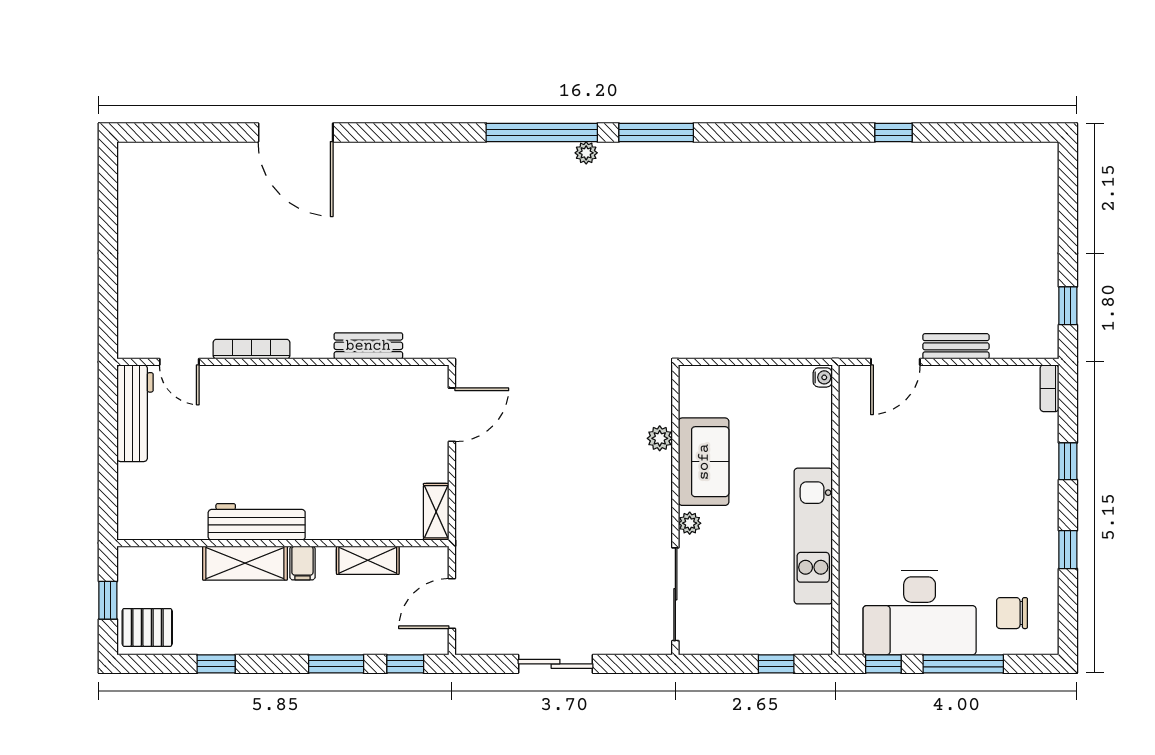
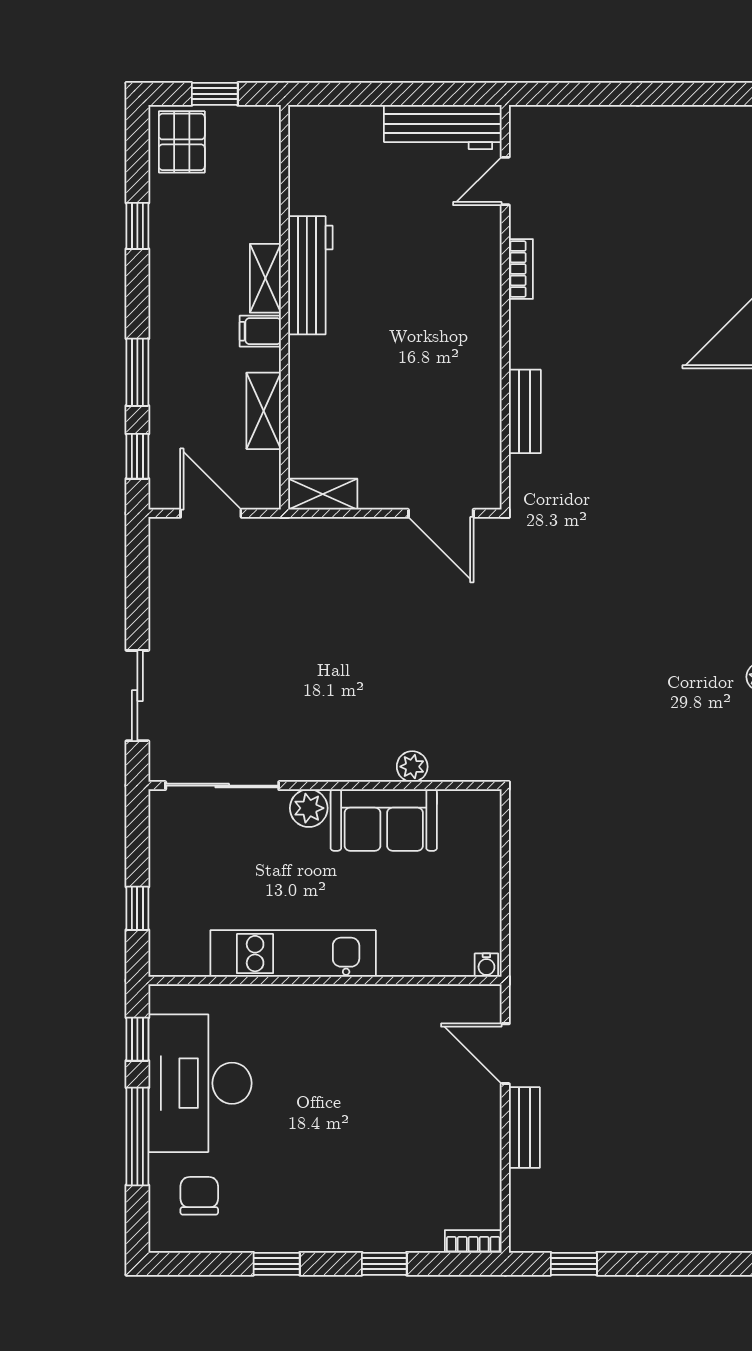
bookcase: (251, 349) -> (521, 269), width x0.64
plant: (690, 523) -> (309, 808), width x1.38, depth x1.38
shelving: (245, 563) -> (265, 278), width x0.67, depth x0.75
sliding door: (556, 664) -> (137, 696), moved

